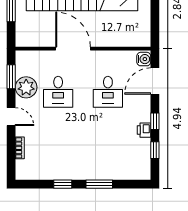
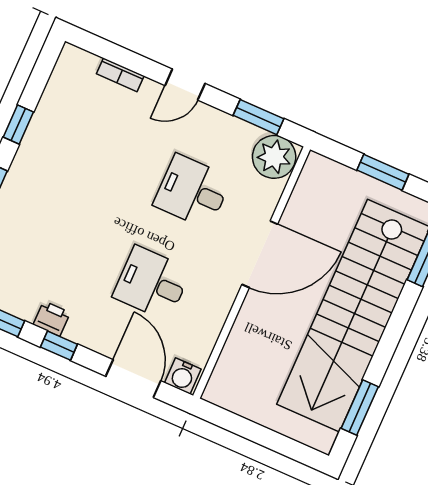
plant: (26, 87) -> (274, 157), moved

